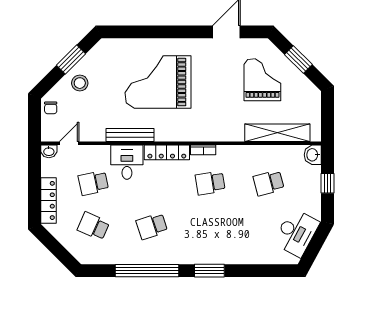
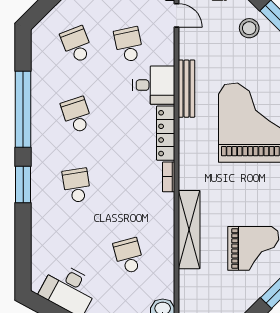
shelving: (277, 133) -> (189, 230), moved
school desk: (210, 183) -> (77, 185), moved
school desk: (93, 226) -> (77, 45), turned -45

